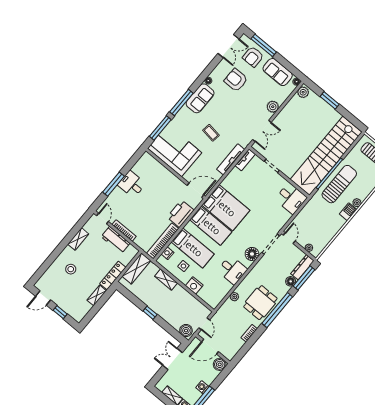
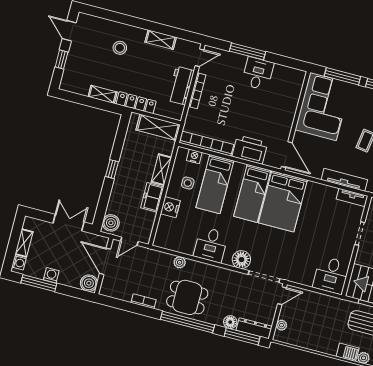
freezer: (182, 295) -> (152, 197), added

